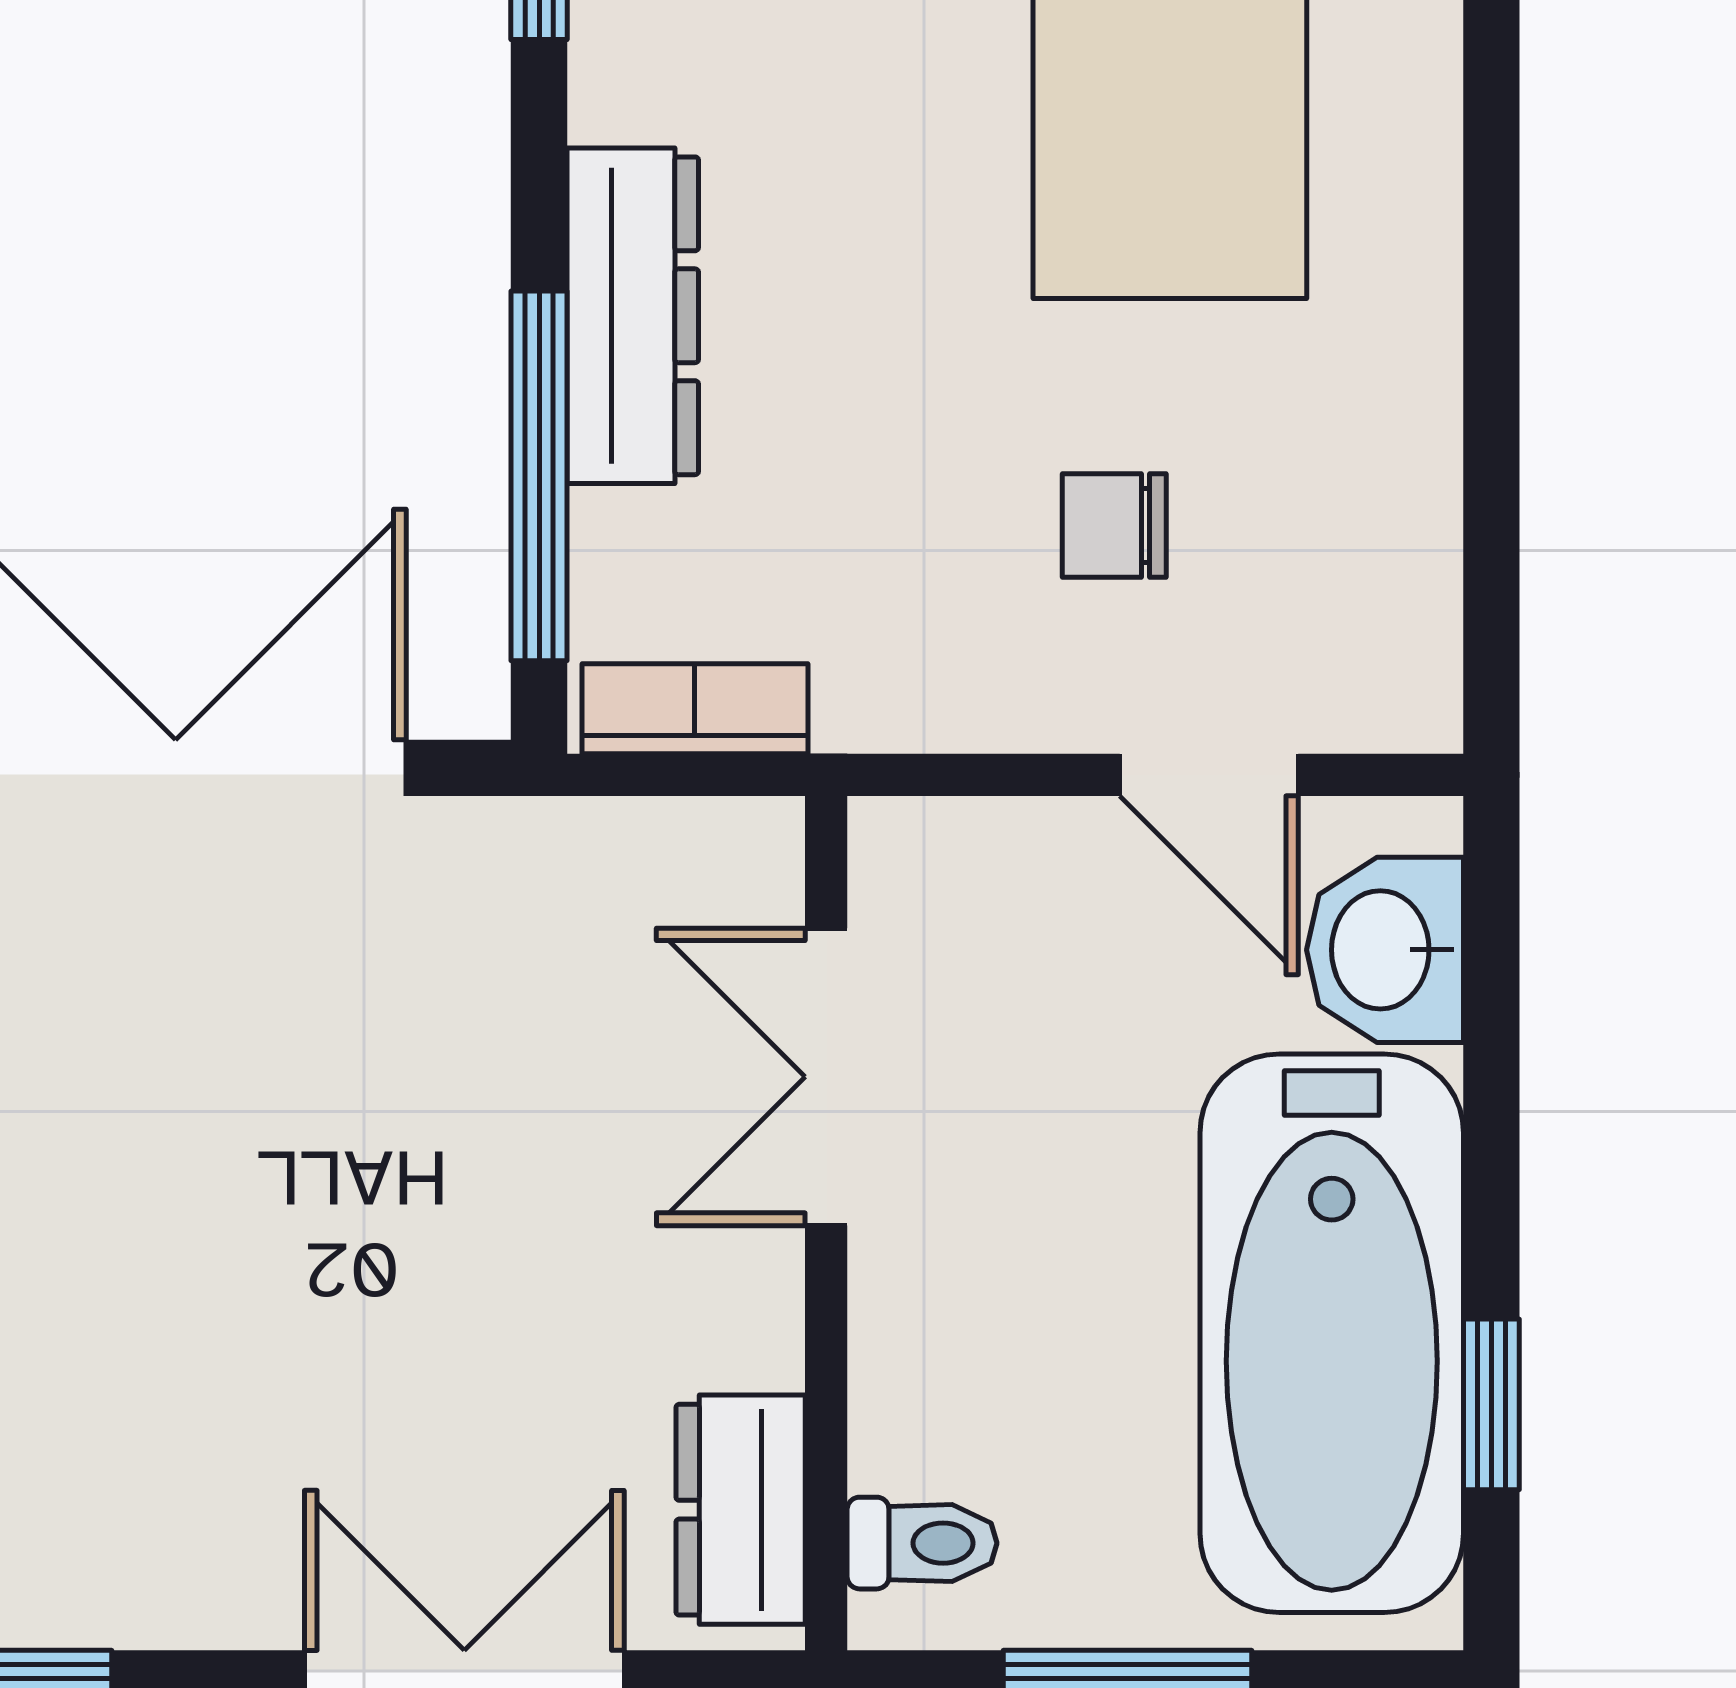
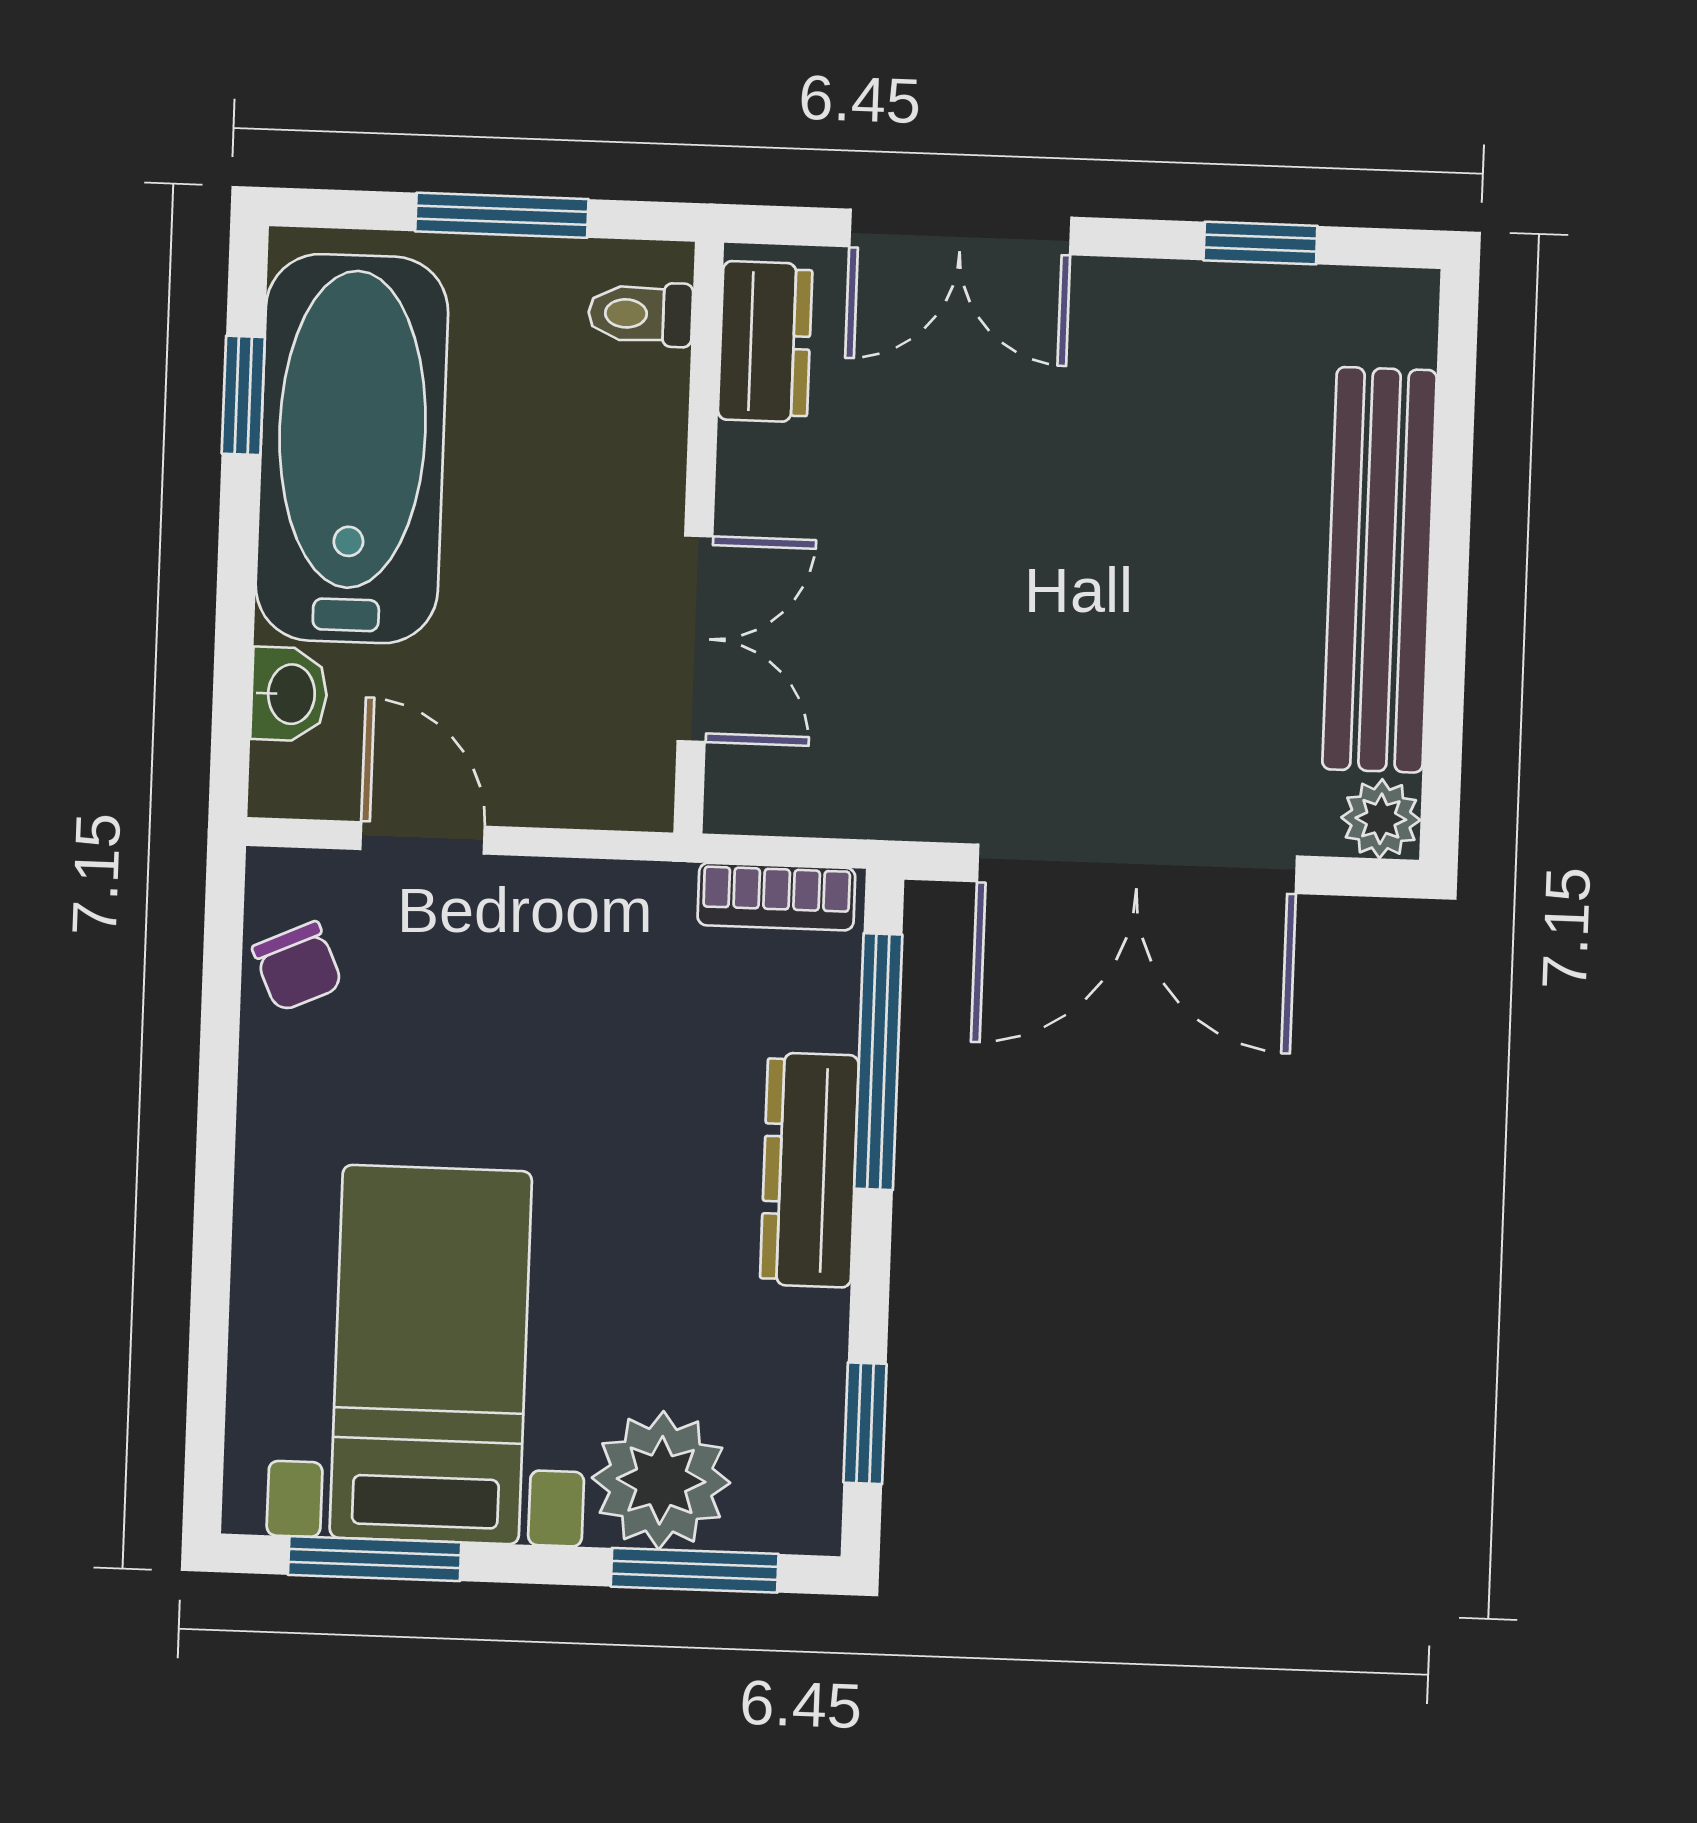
chair: (1114, 526) -> (298, 967), moved, turned 66
washbasin: (1385, 950) -> (289, 694), width x0.72, depth x0.69

